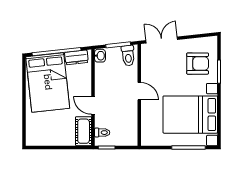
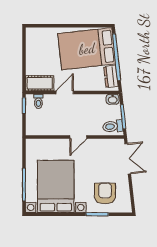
armchair: (198, 64) -> (105, 193), turned 180

